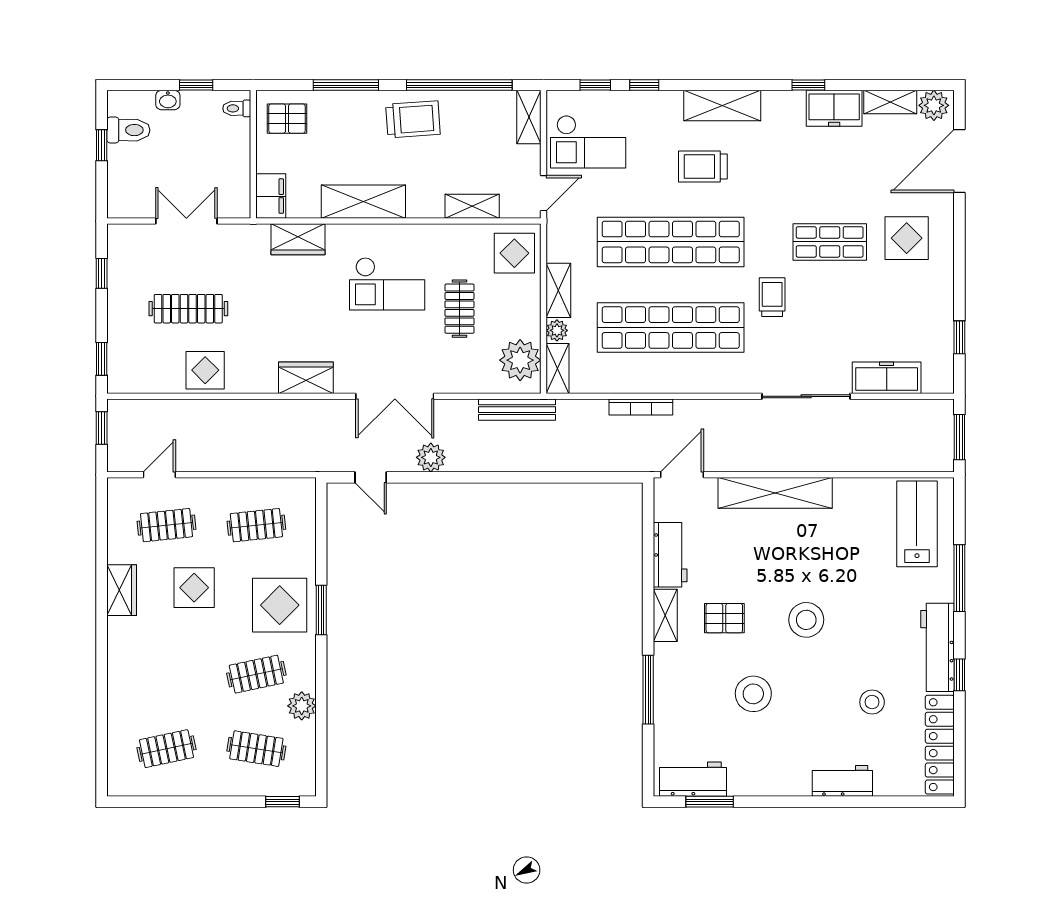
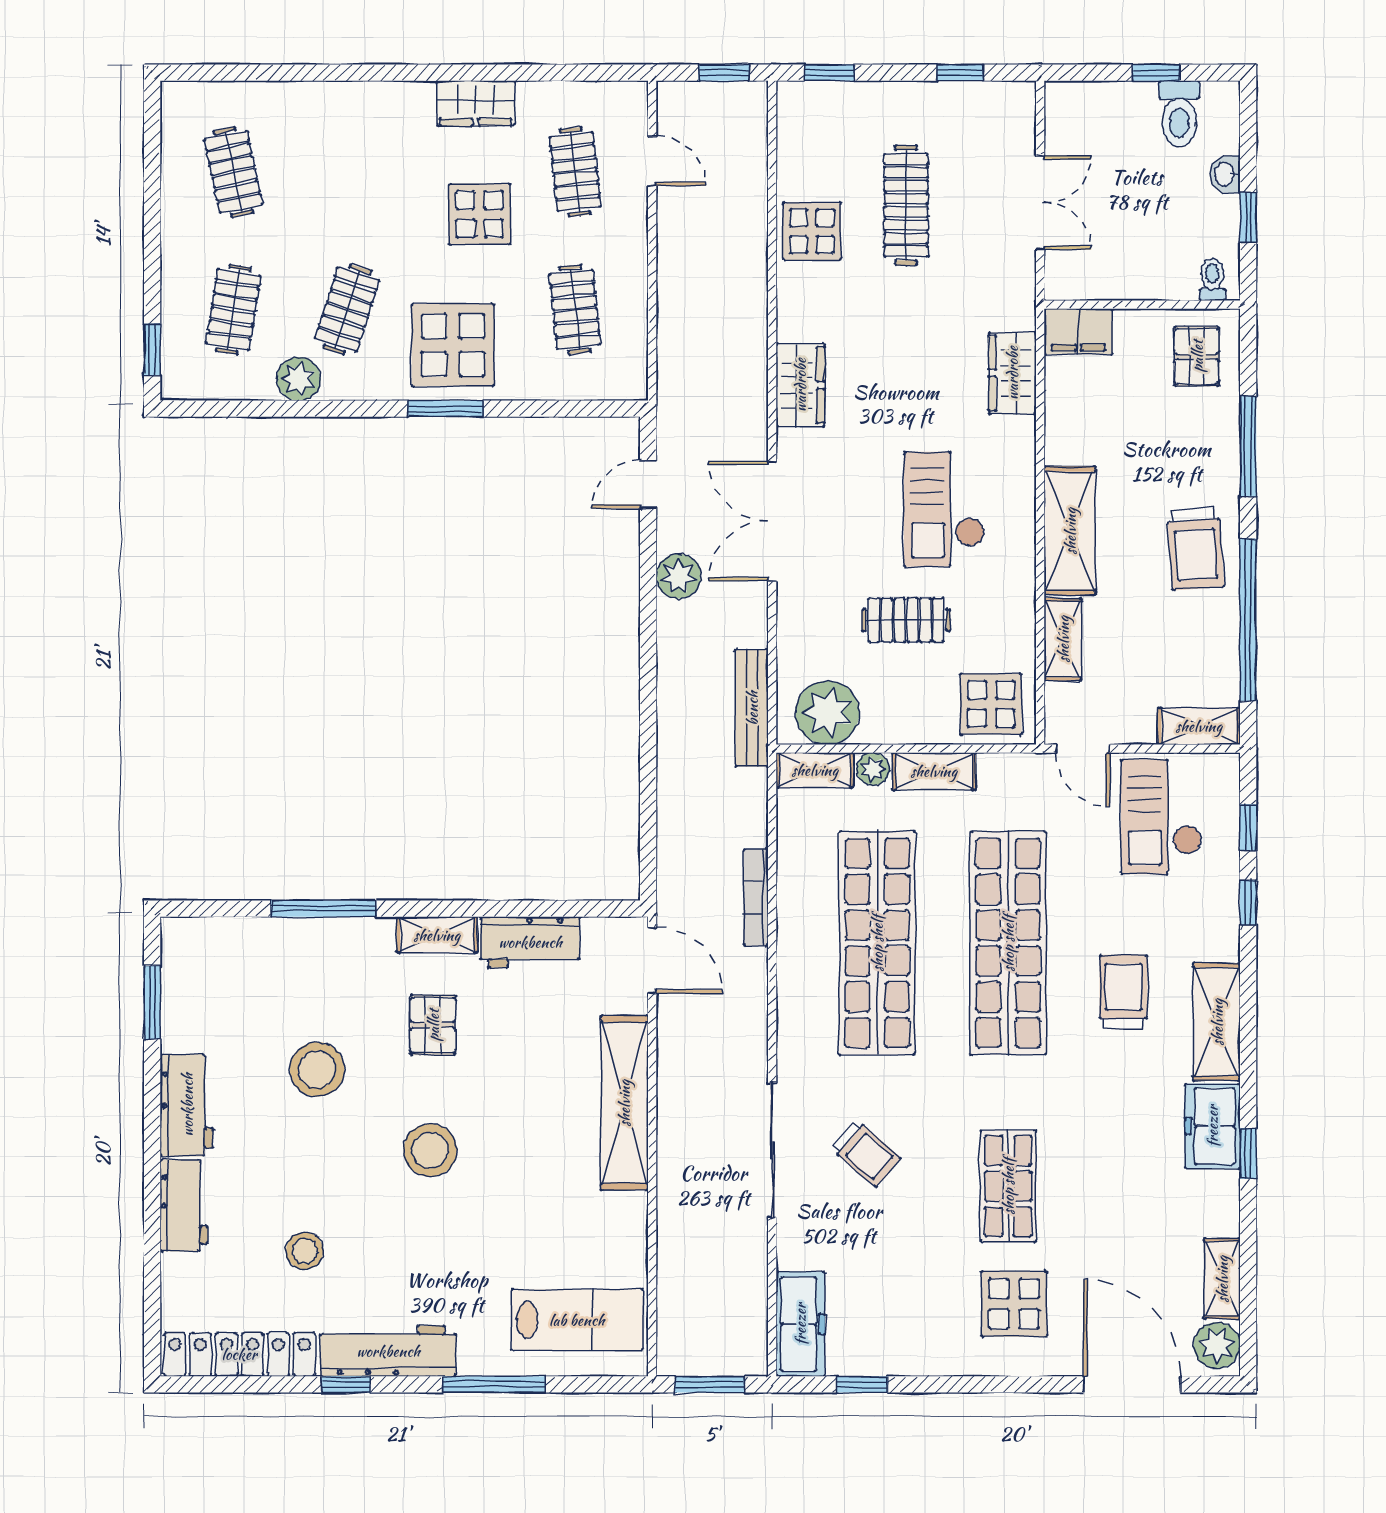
freezer: (834, 108) -> (1212, 1126), moved
shelving: (363, 202) -> (1070, 531), moved
trolley: (772, 297) -> (866, 1153), moved, turned 41
freezer: (887, 378) -> (800, 1324), moved
clothes rail: (256, 674) -> (347, 309), turned 30
workbench: (693, 779) -> (187, 1105), moved

